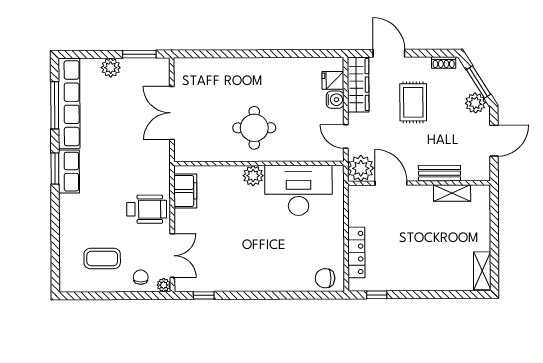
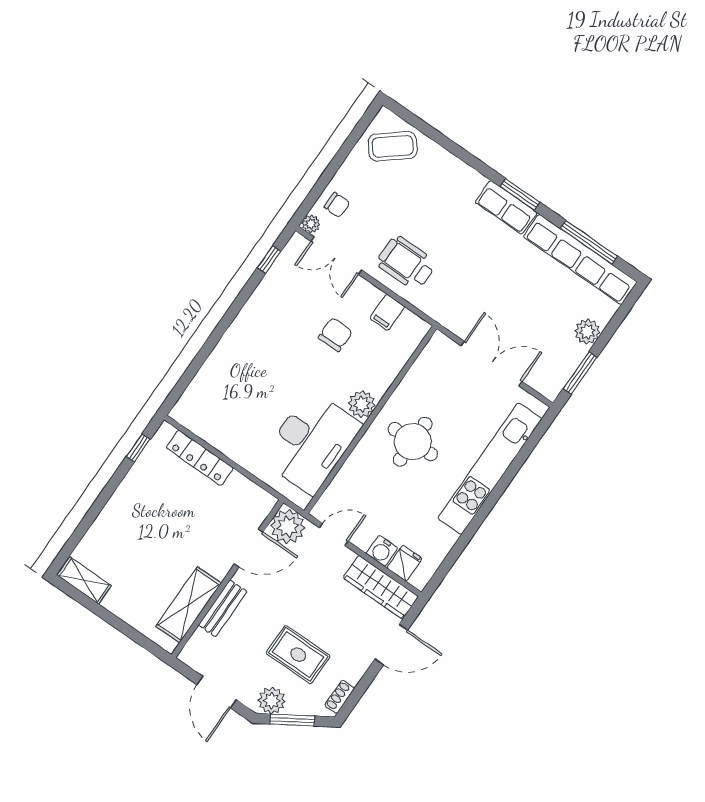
kitchen unit: (238, 69) -> (490, 469), added
rug: (413, 102) -> (298, 655), moved
filing cabinet: (185, 191) -> (387, 312), width x0.50
shelving: (452, 193) -> (189, 605), width x1.50, depth x1.33
wheelchair: (147, 209) -> (406, 263), turned 90
coffee table: (102, 258) -> (393, 146), moved, turned 51
chair: (325, 278) -> (335, 335), moved

